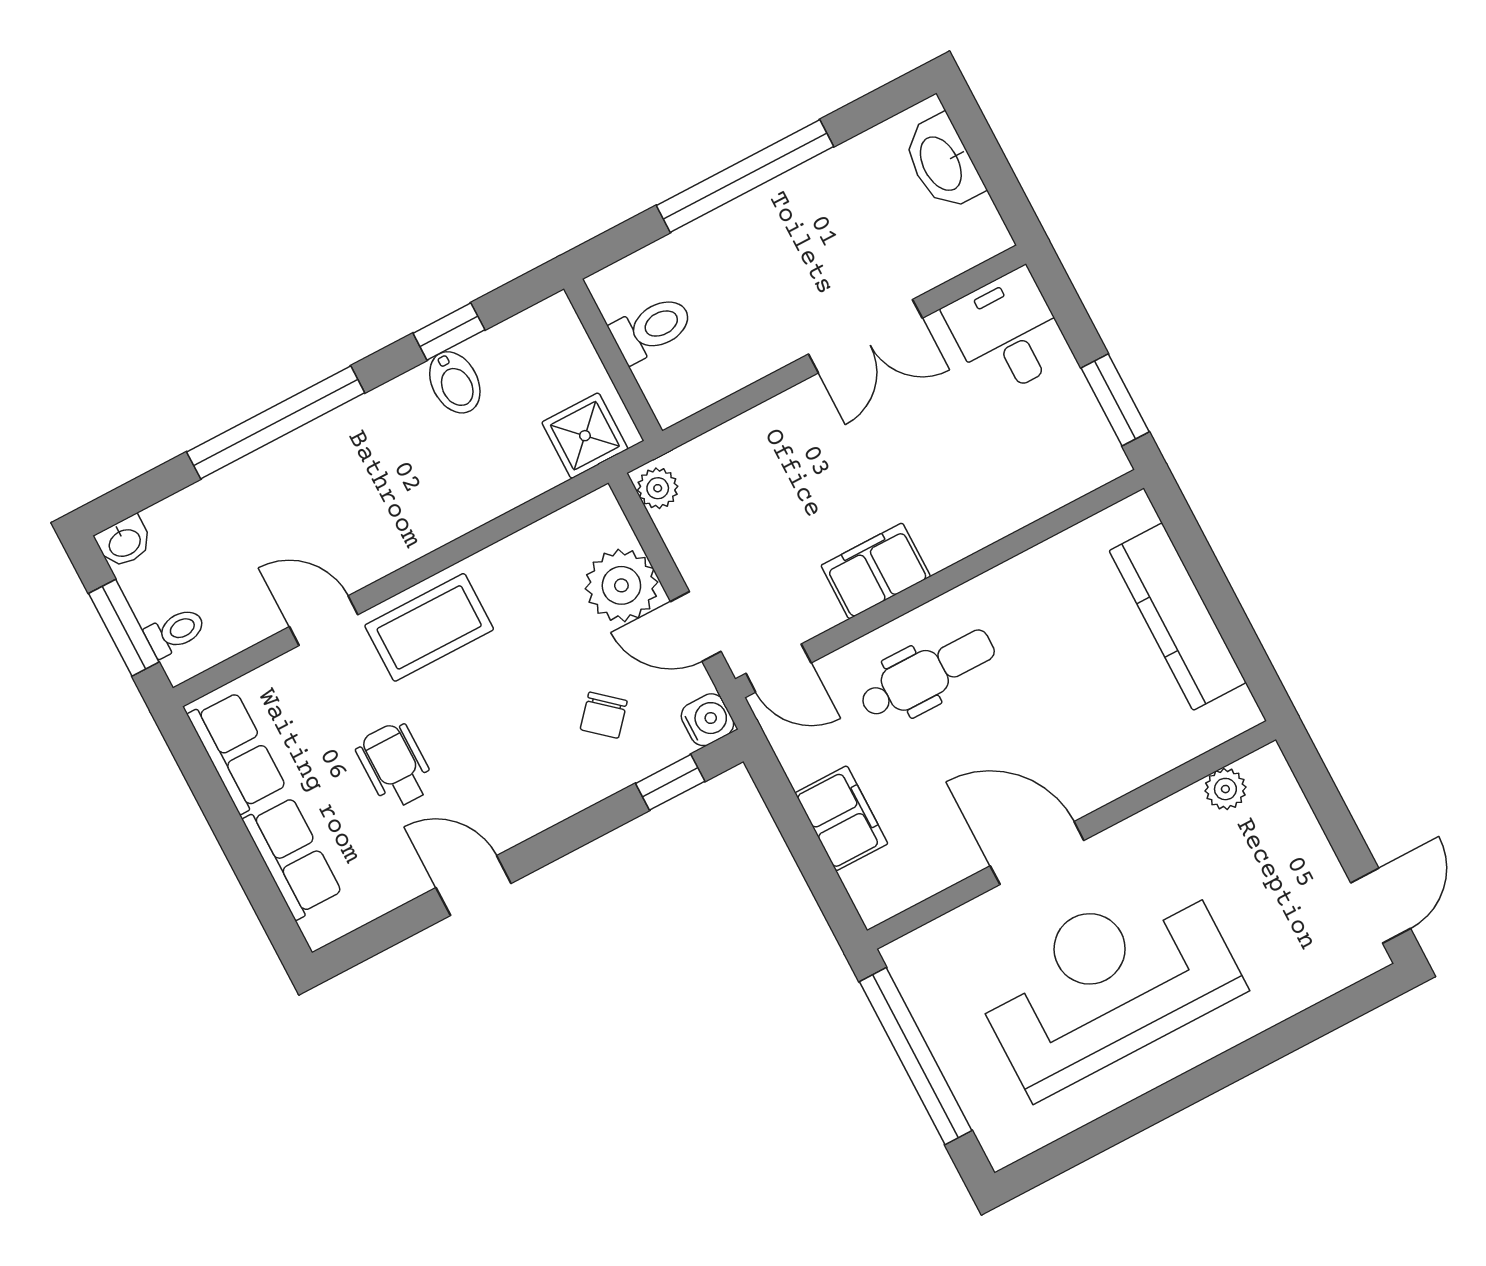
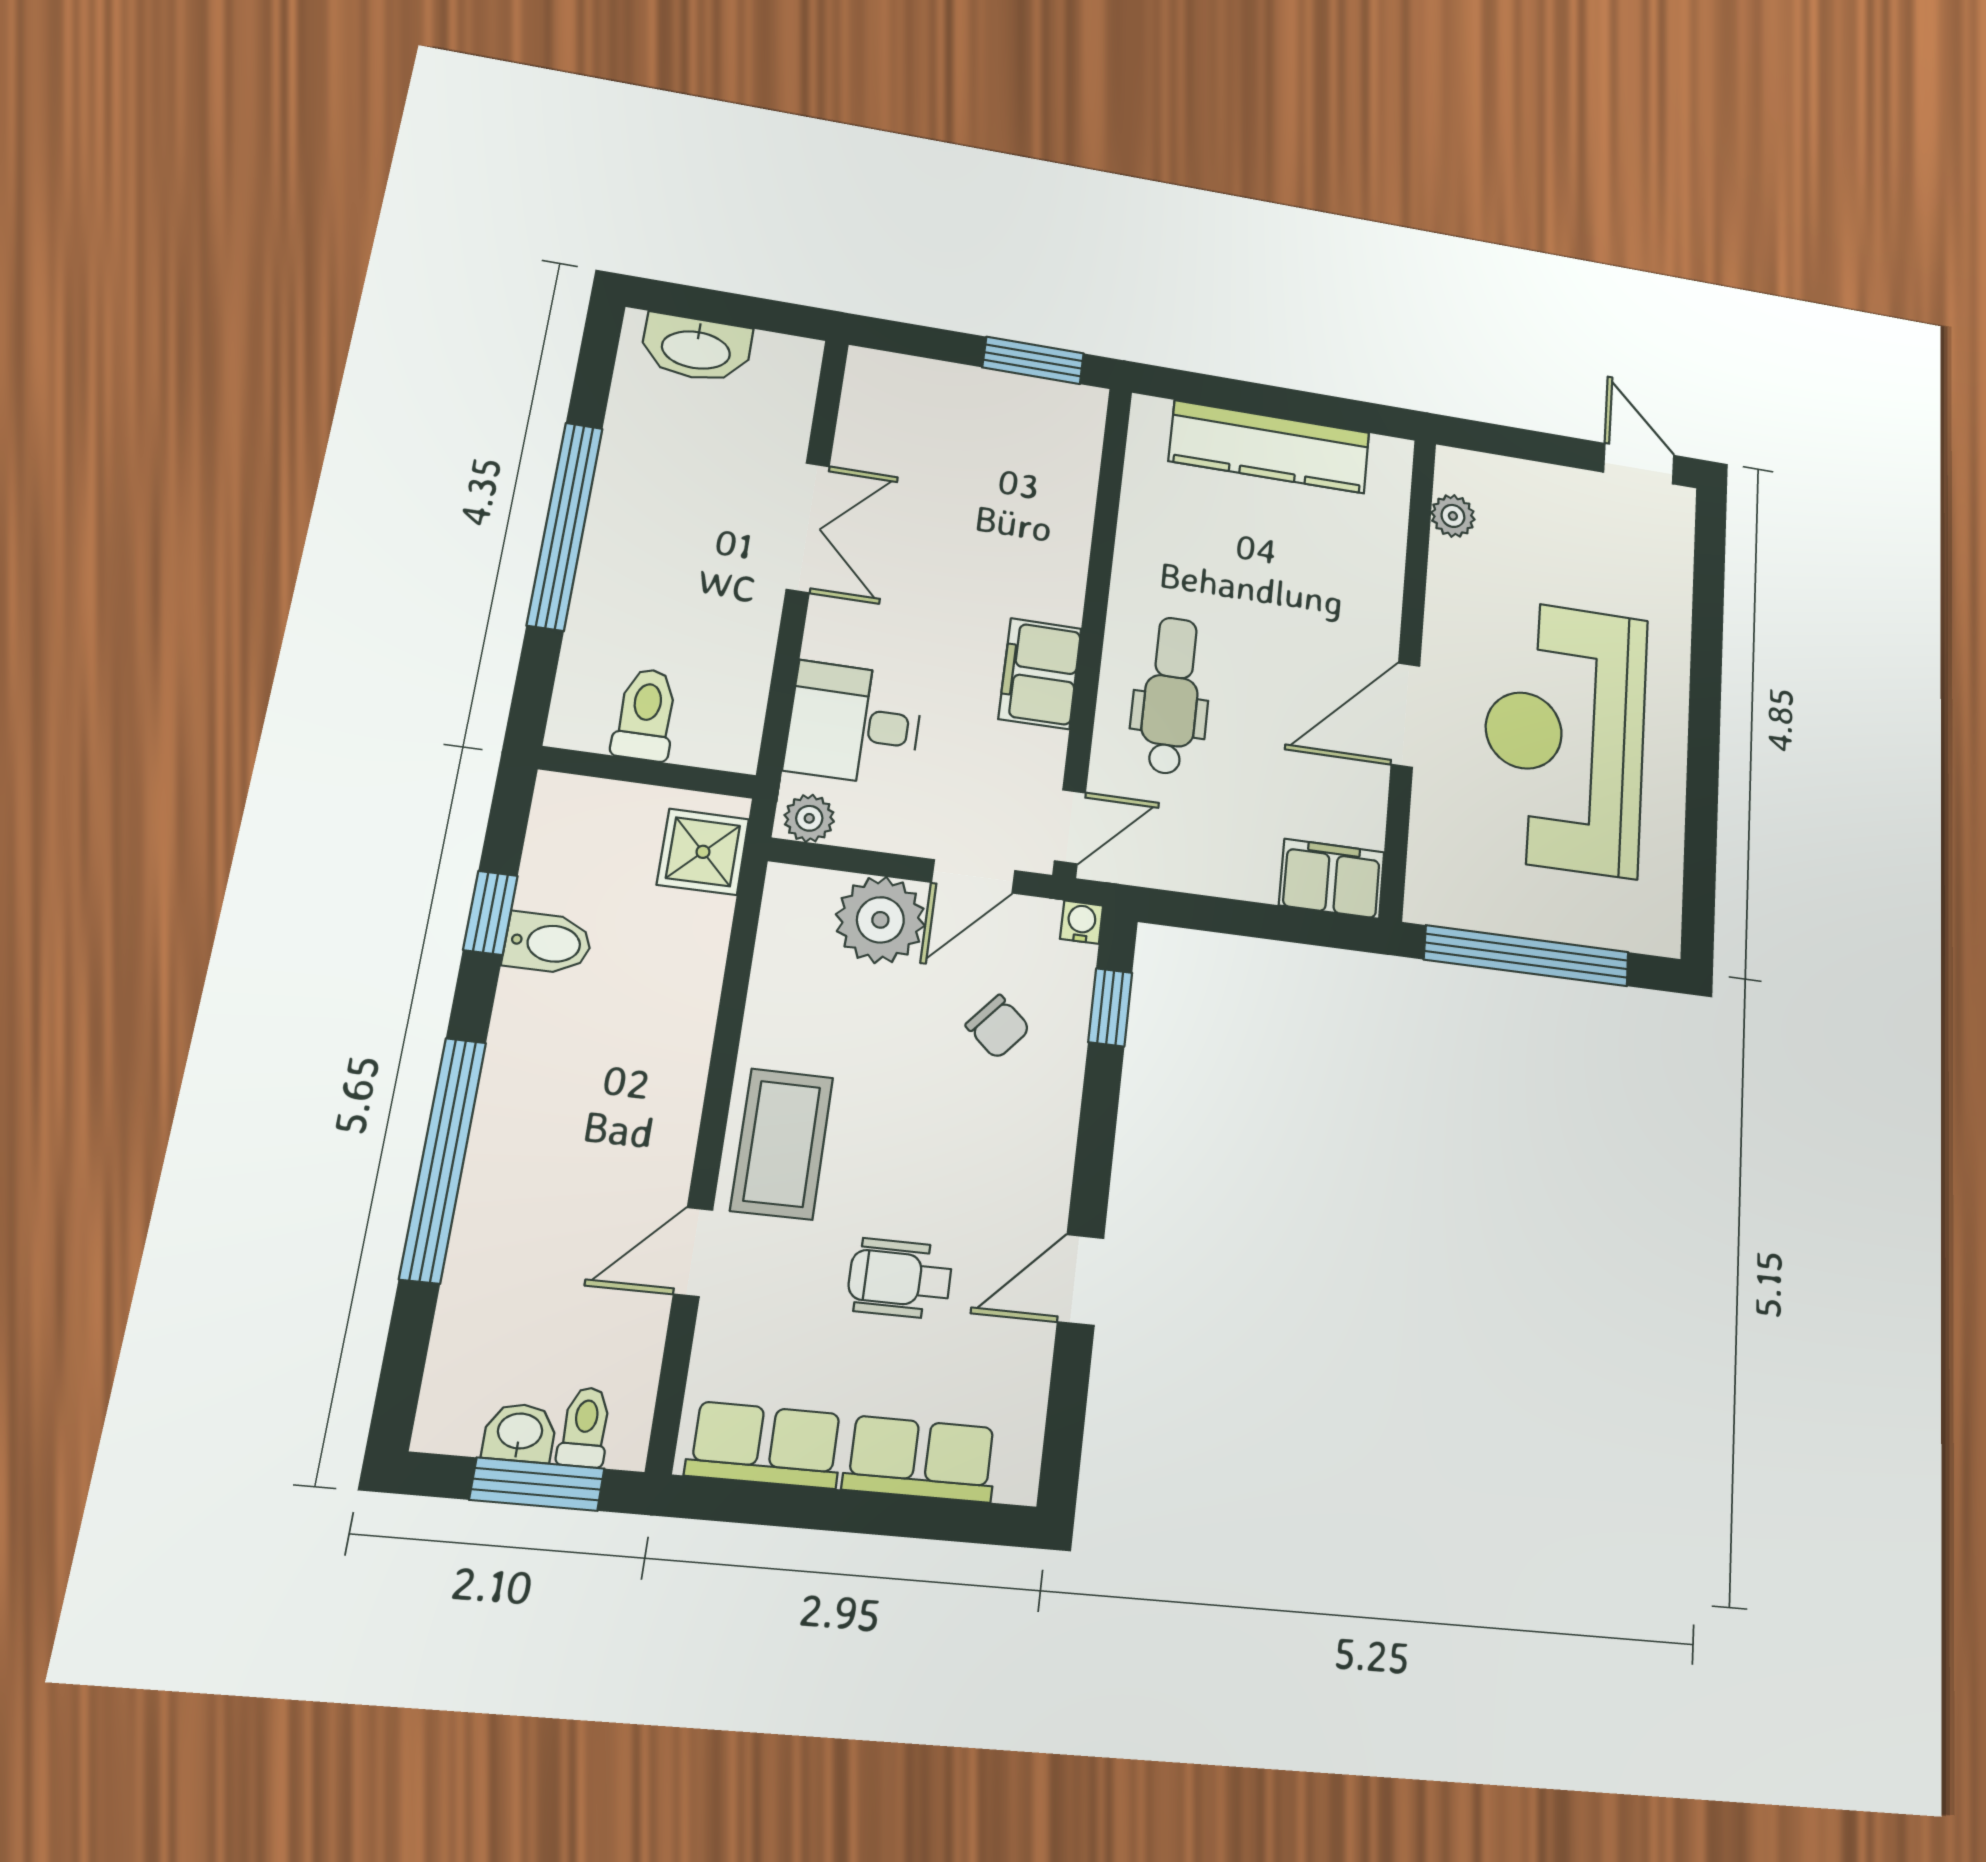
desk: (1007, 333) -> (854, 724), moved
washbasin: (124, 542) -> (520, 1433), moved, turned -90
water cooler: (707, 720) -> (1082, 922), width x0.72, depth x0.72
filing cabinet: (841, 818) -> (1332, 879), moved

